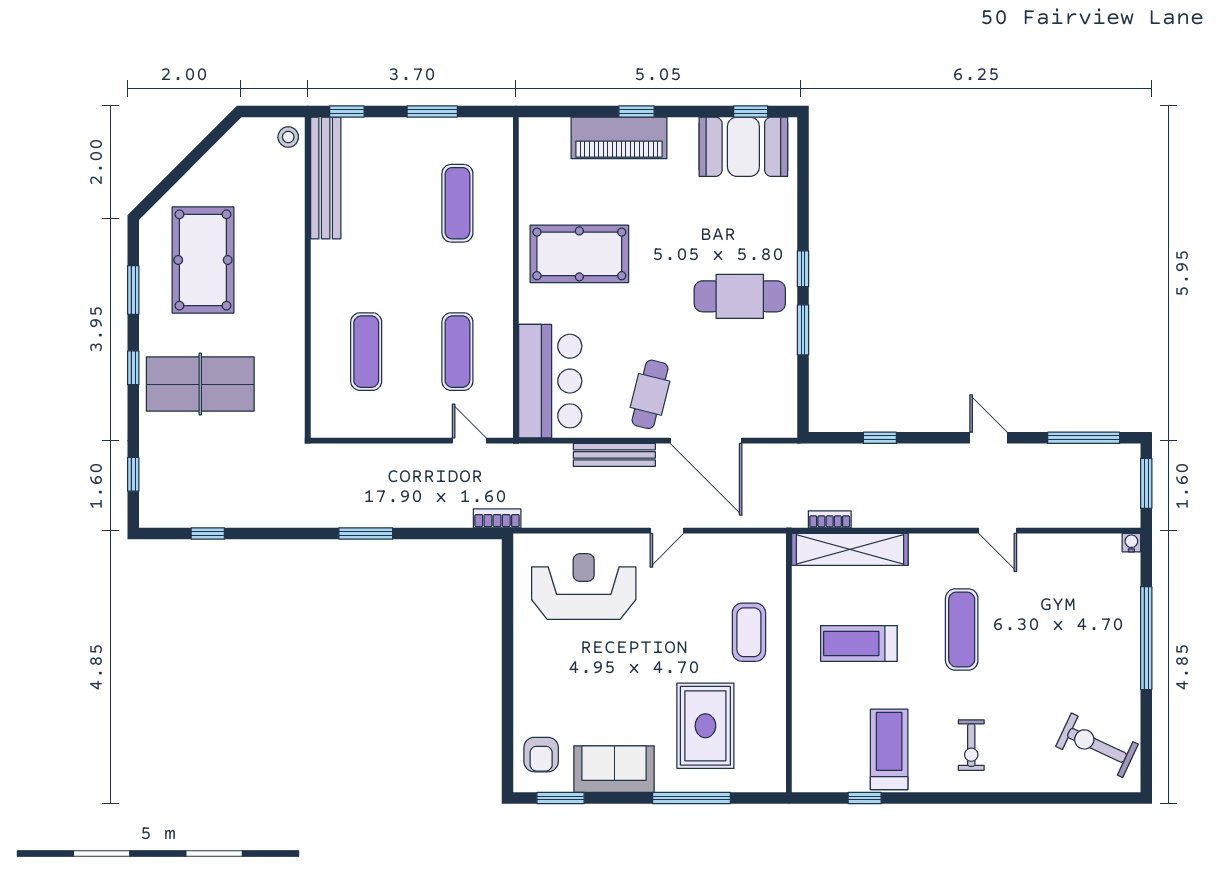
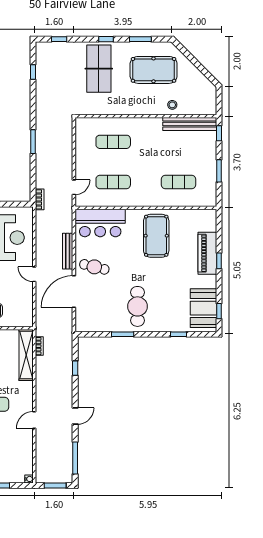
stool: (288, 137) -> (172, 105), moved
window: (803, 269) -> (178, 334), moved

